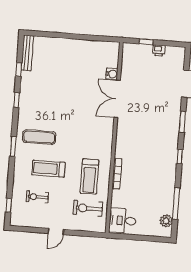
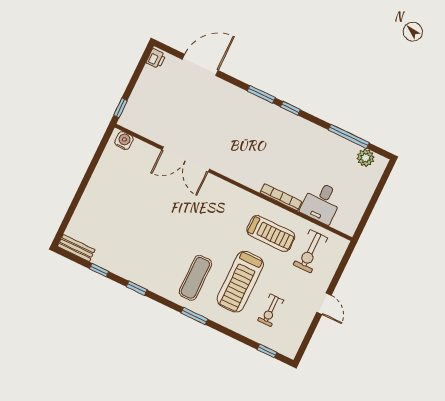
window: (146, 42) -> (120, 108), moved
printer: (159, 50) -> (156, 59), moved
bench: (27, 53) -> (76, 248), width x0.73
water cooler: (112, 74) -> (124, 141), moved
window: (182, 122) -> (261, 94), moved
treadmill: (49, 169) -> (240, 282), width x1.37, depth x1.38
desk: (123, 221) -> (321, 203), moved

